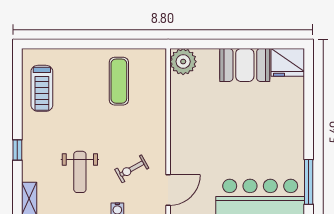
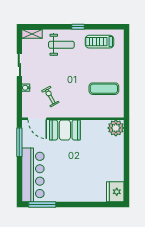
booth: (245, 65) -> (65, 130), moved, turned 90
window: (17, 150) -> (78, 27), moved
weight bench: (80, 172) -> (61, 45), moved, turned 180

